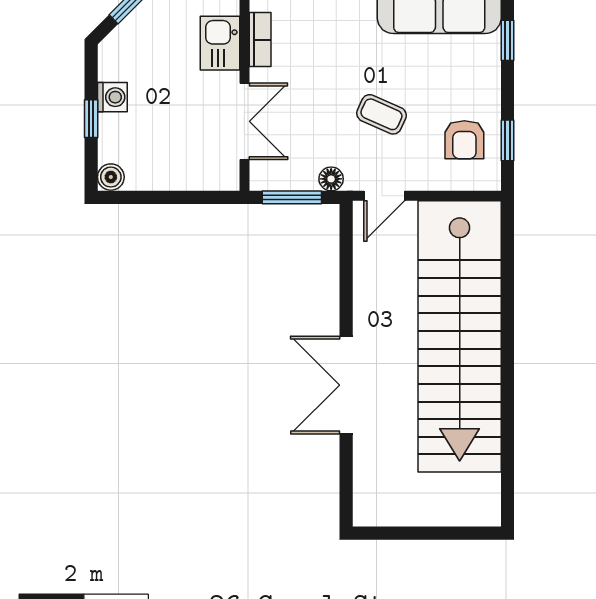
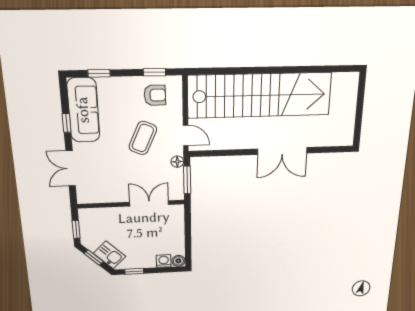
bookcase: (260, 40) -> (107, 198), removed
kitchen sink: (220, 43) -> (110, 255), moved, turned -135
washing machine: (112, 97) -> (164, 261), moved
coffee table: (381, 114) -> (143, 138), width x1.36, depth x1.30
window: (91, 119) -> (134, 271), moved

